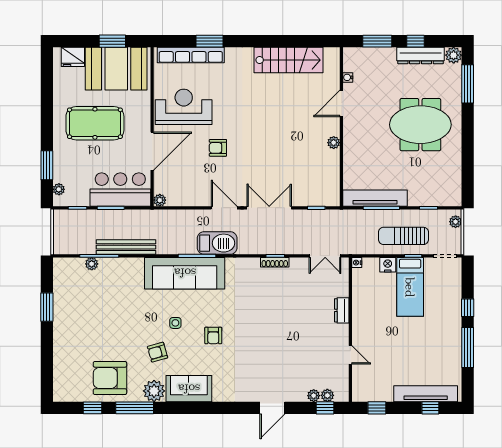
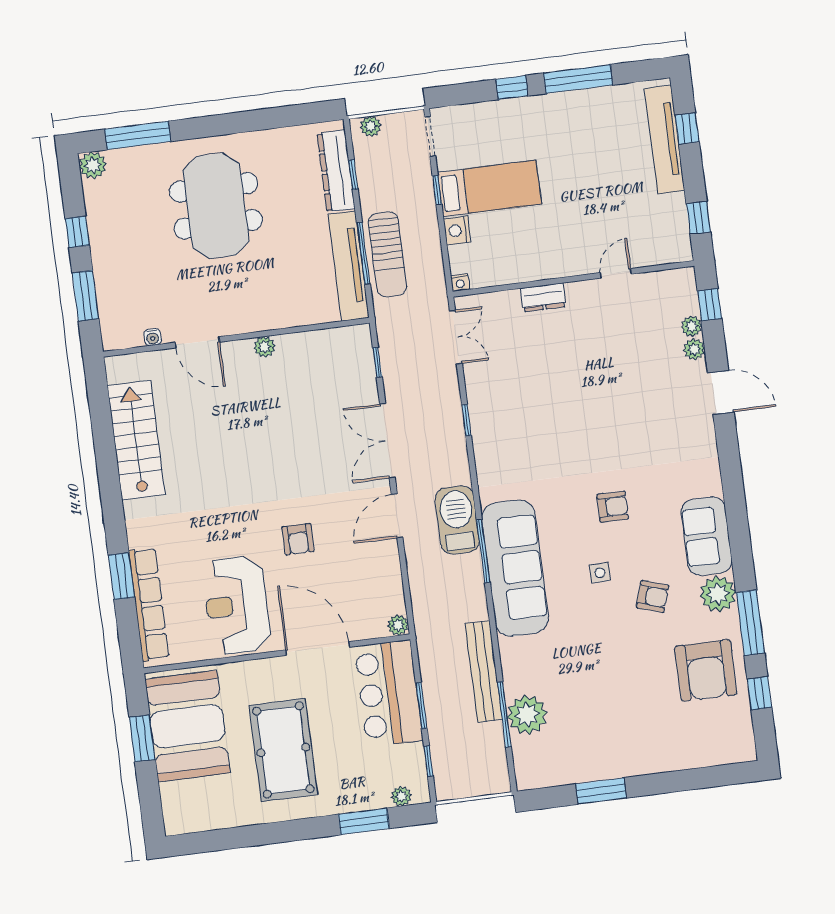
dresser: (421, 55) -> (336, 171), moved, turned 180
fridge: (73, 57) -> (177, 801), removed
sun lounger: (403, 236) -> (387, 254), moved
shoe rack: (275, 262) -> (477, 420), removed
plant: (92, 264) -> (527, 715), width x1.88, depth x1.88
armchair: (158, 352) -> (652, 596), turned -56
plant: (327, 395) -> (694, 349), moved

